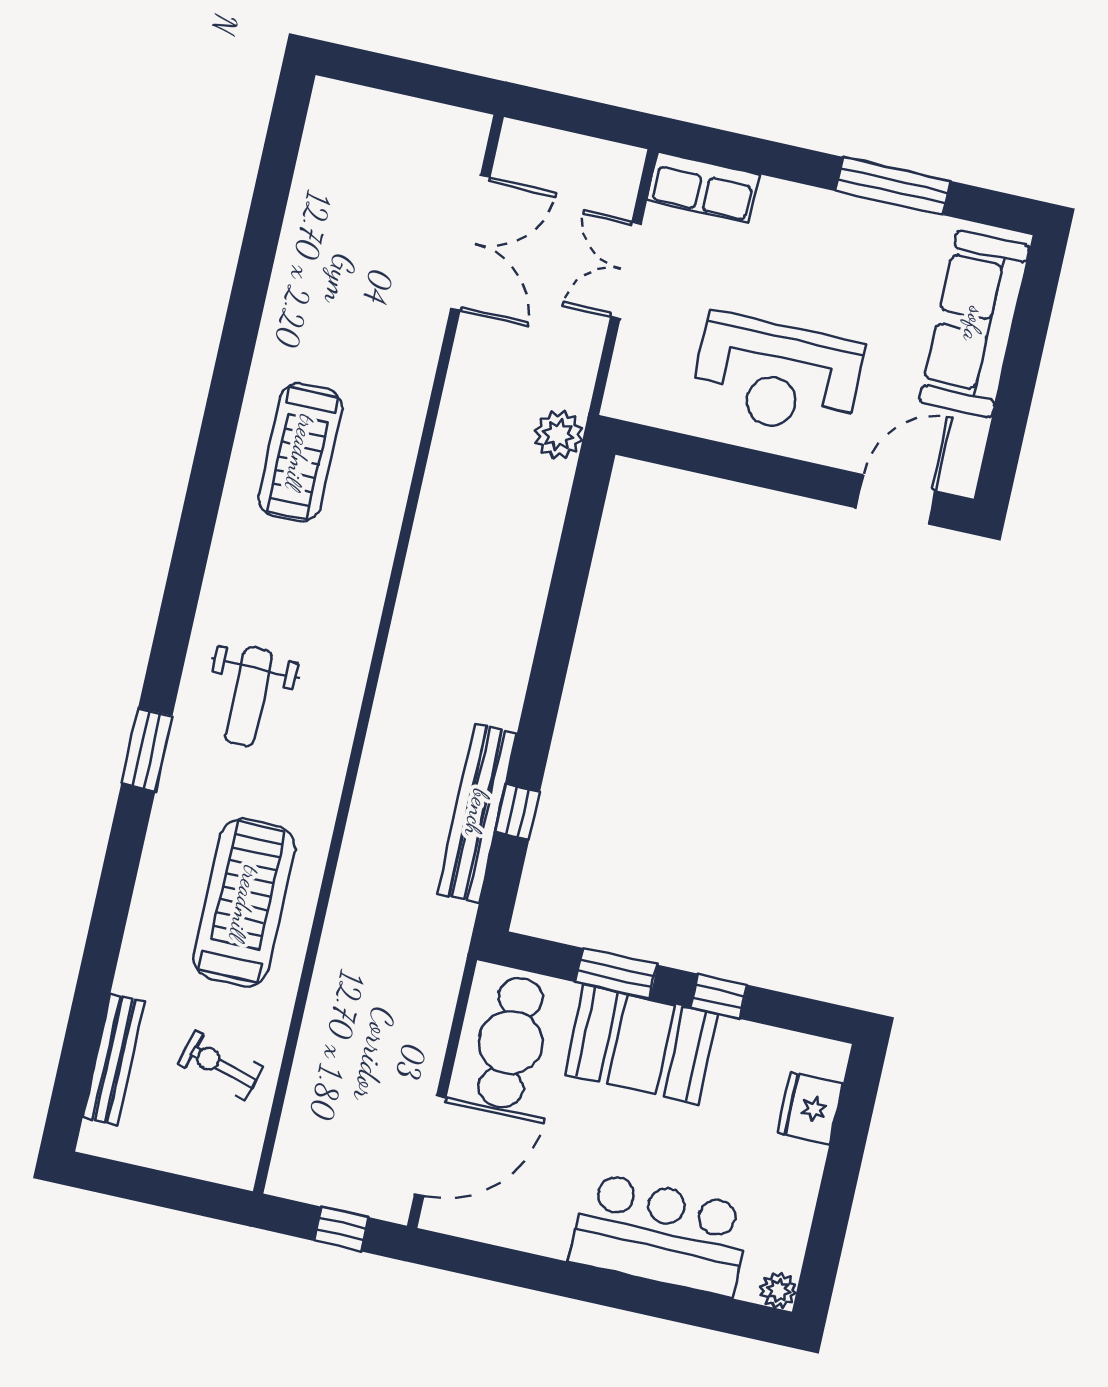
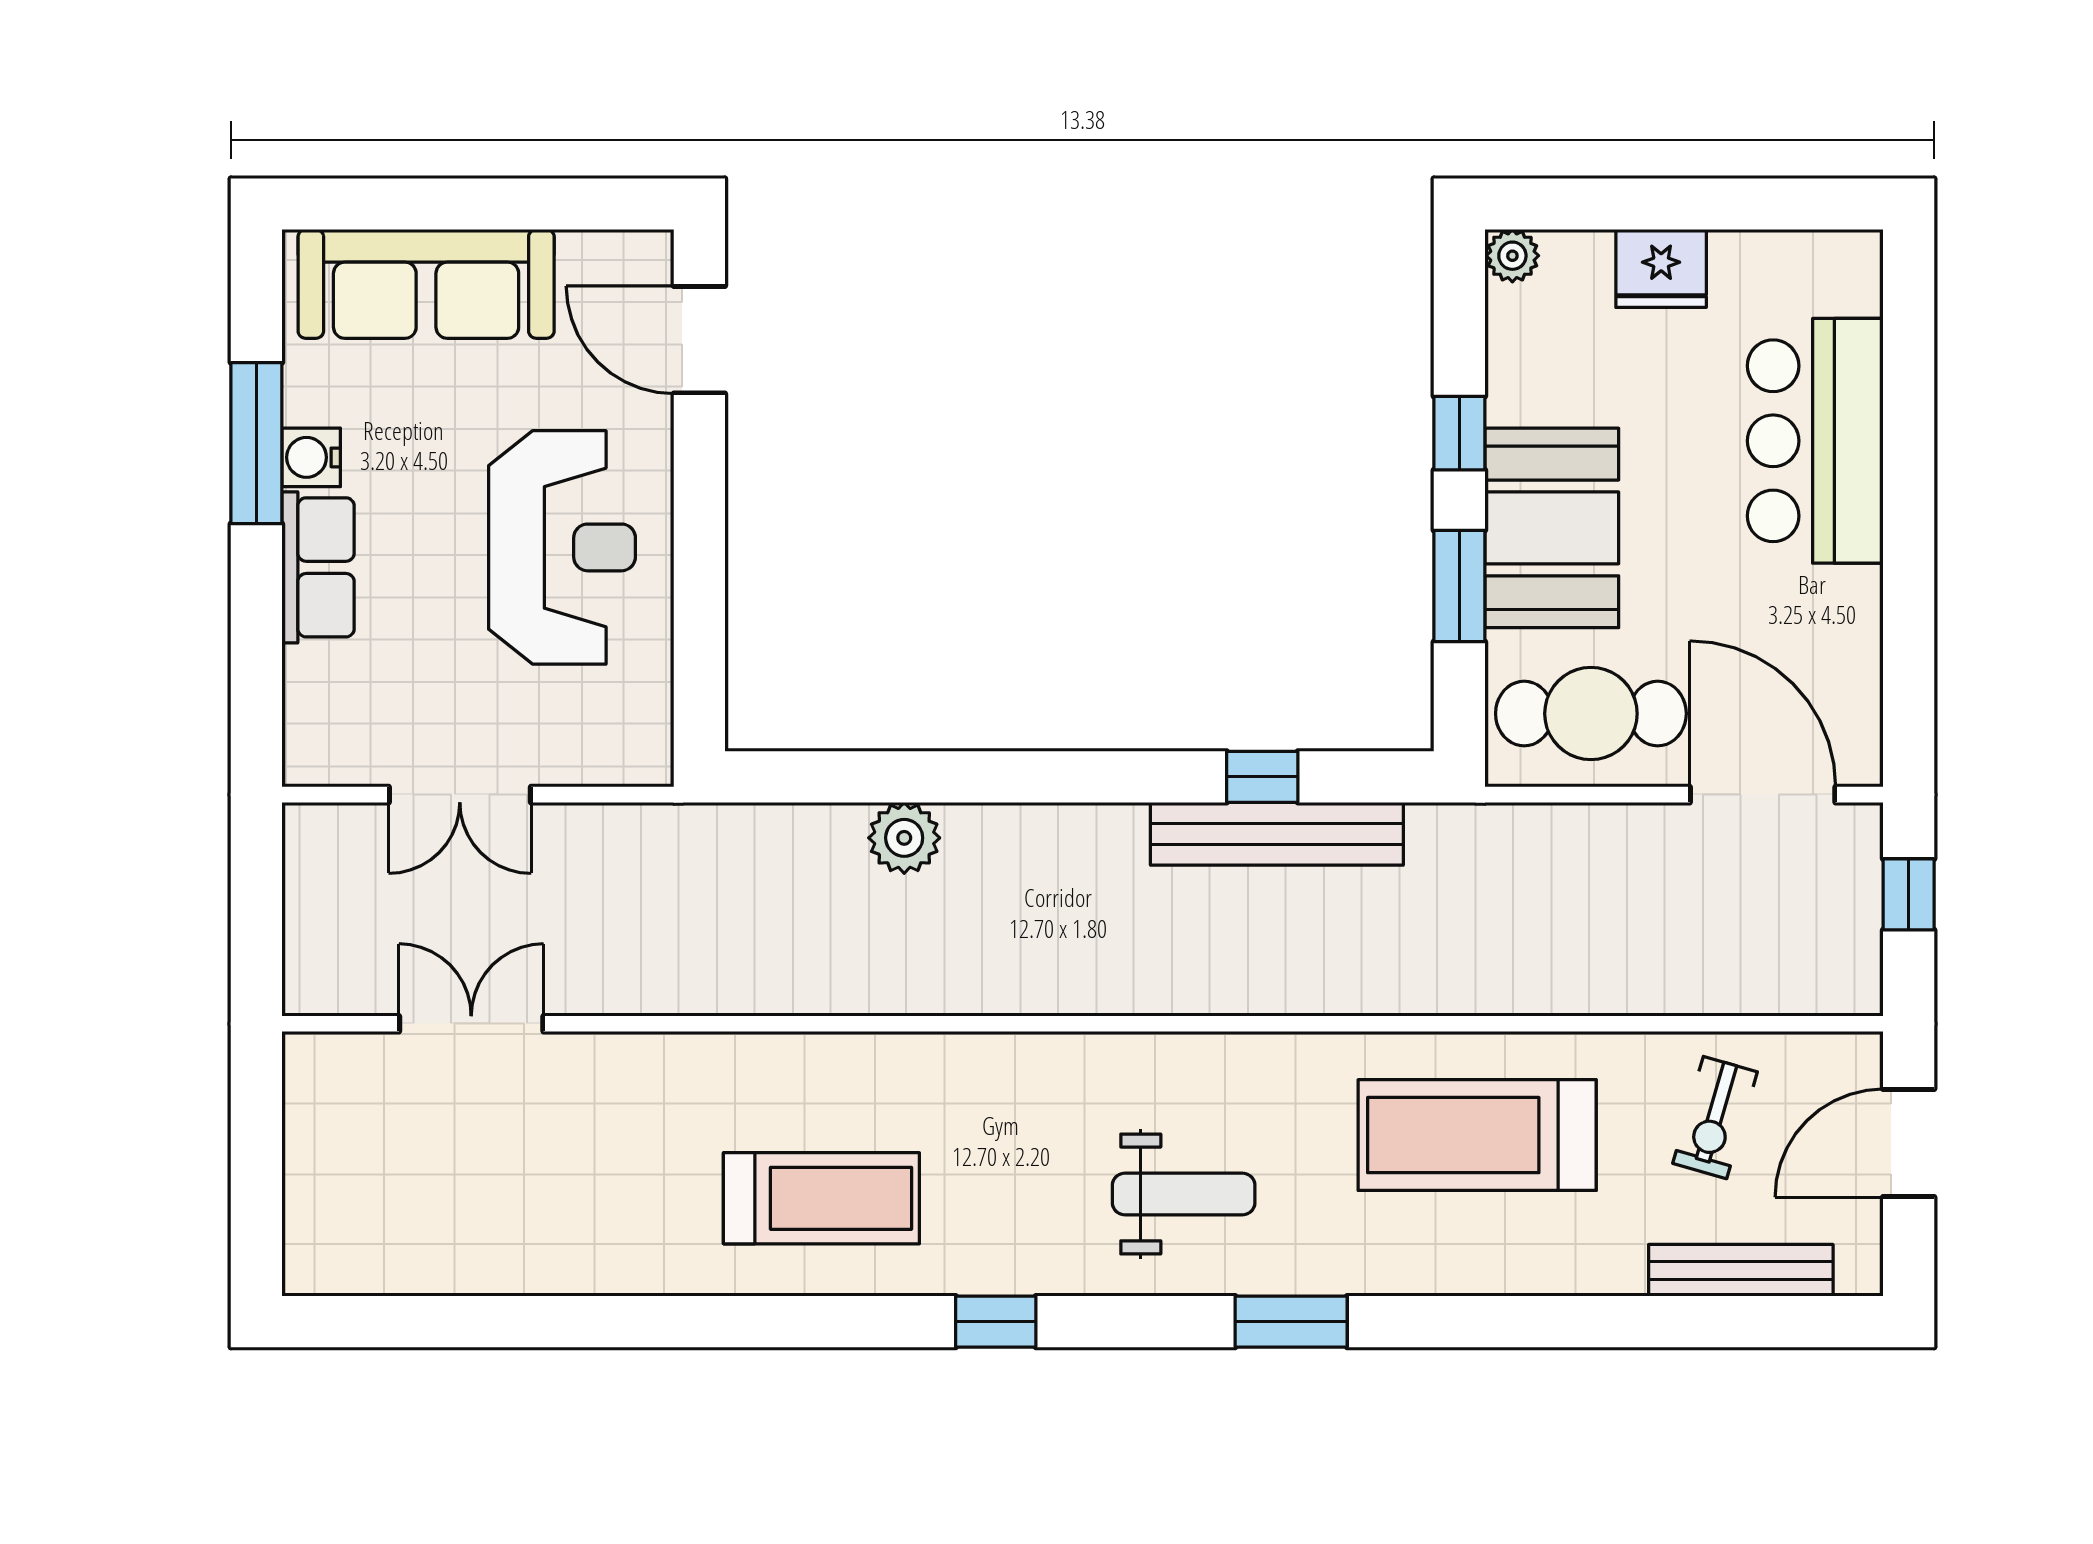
row of seats: (703, 187) -> (318, 567), moved
water cooler: (875, 221) -> (311, 457), added
double door: (470, 243) -> (471, 1024), width x0.73
plant: (559, 435) -> (904, 838), moved
window: (191, 551) -> (996, 1322), added
fridge: (810, 1108) -> (1661, 268), moved
door: (174, 1192) -> (1909, 1143), added
plant: (778, 1290) -> (1512, 256), moved

